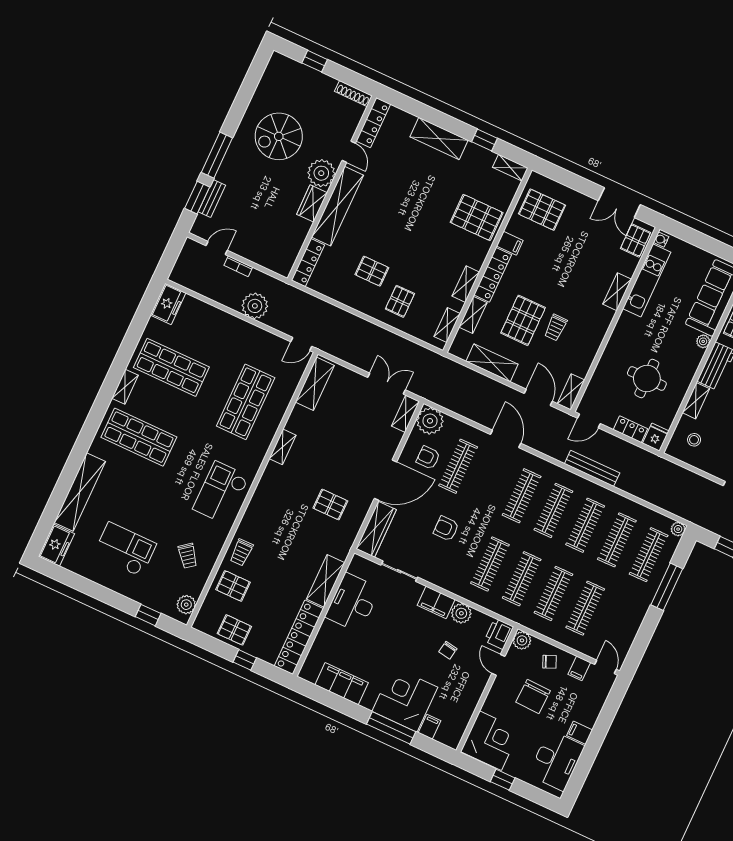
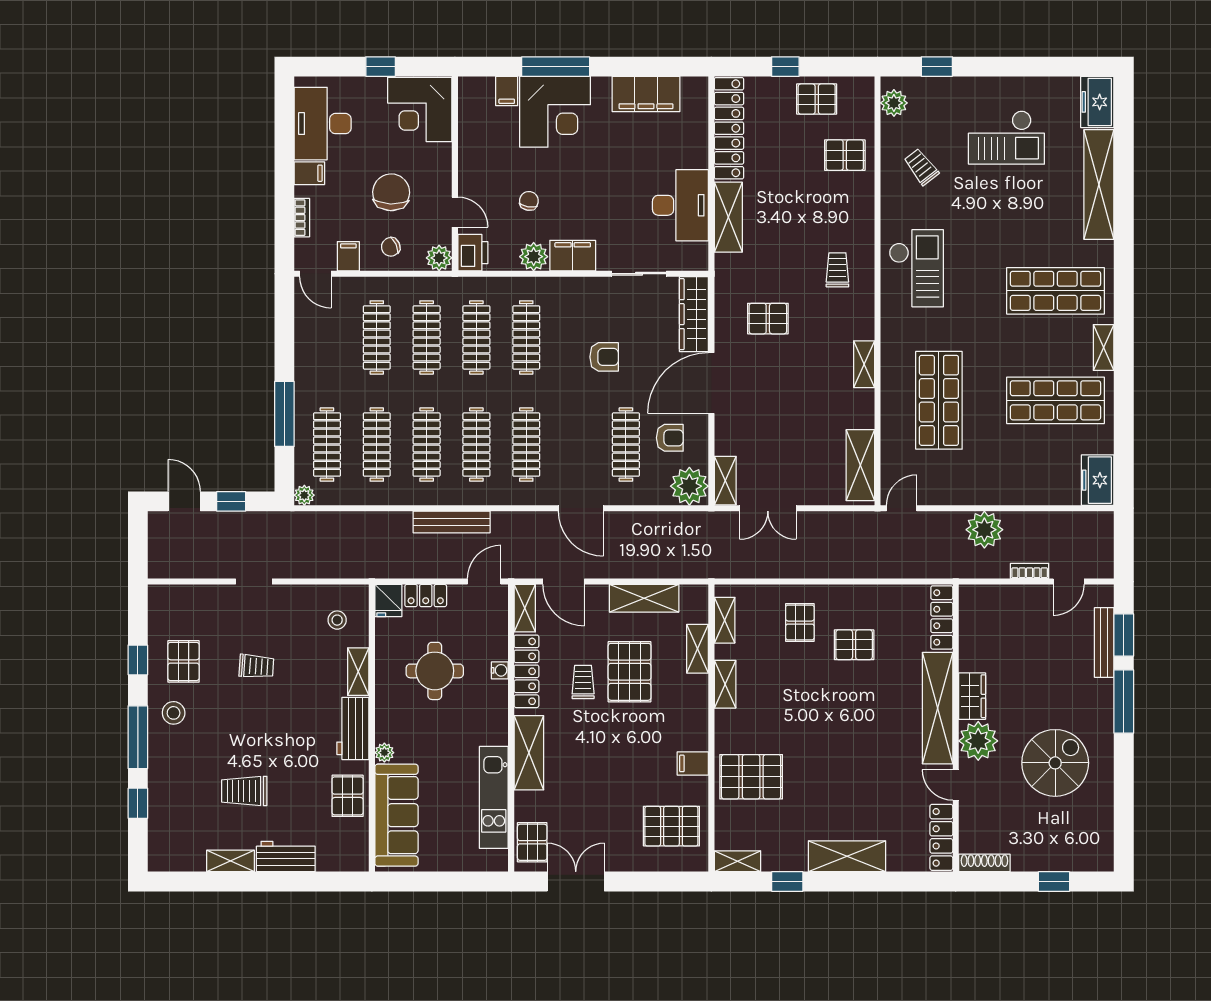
bench: (212, 199) -> (1104, 643), width x1.36
water cooler: (661, 240) -> (500, 670), moved
locker: (493, 275) -> (526, 671), moved, turned 180
shelving: (617, 292) -> (529, 753), width x1.50, depth x1.33
trolley: (241, 552) -> (837, 270), moved
bookcase: (598, 707) -> (302, 218), added

